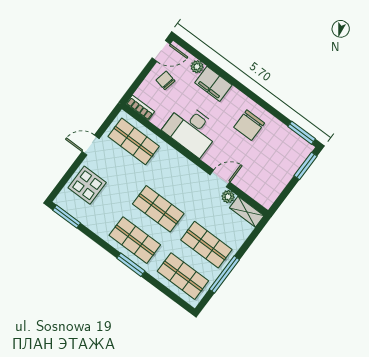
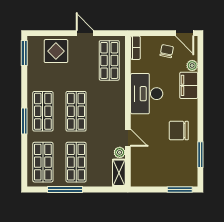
window: (302, 133) -> (200, 155), moved

